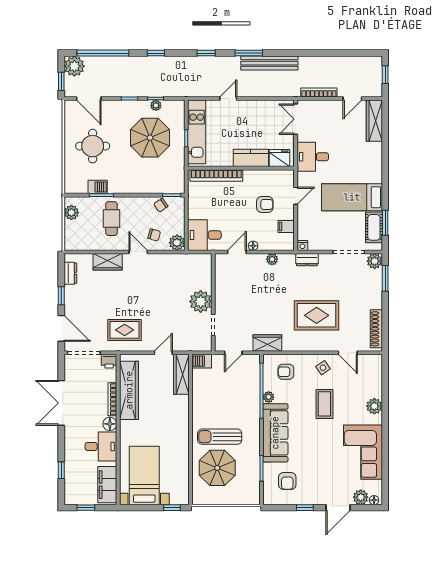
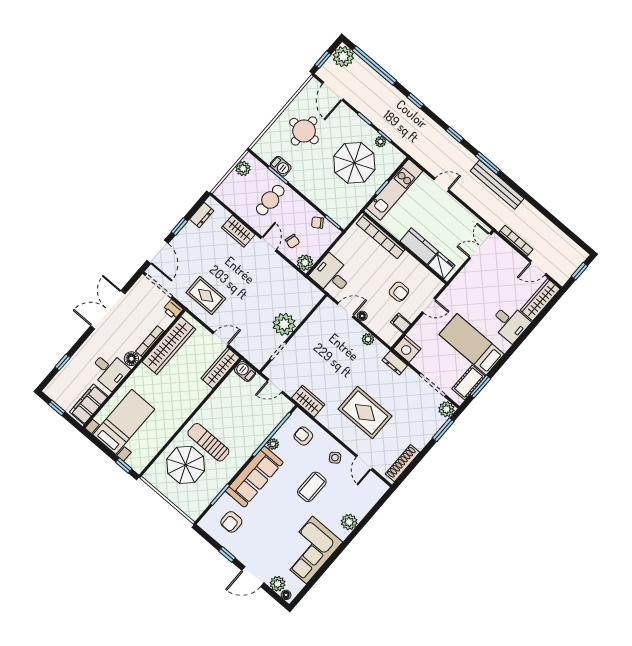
desk: (313, 157) -> (510, 323), moved, turned 180
nightstand: (302, 245) -> (407, 349), width x1.89, depth x1.79

